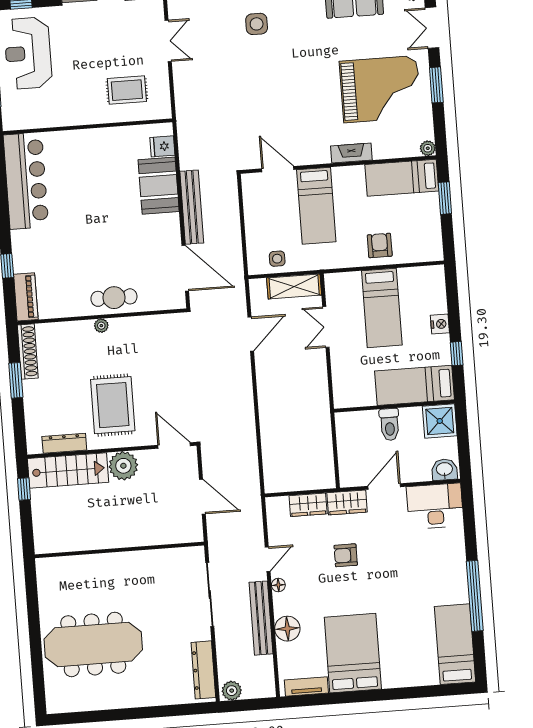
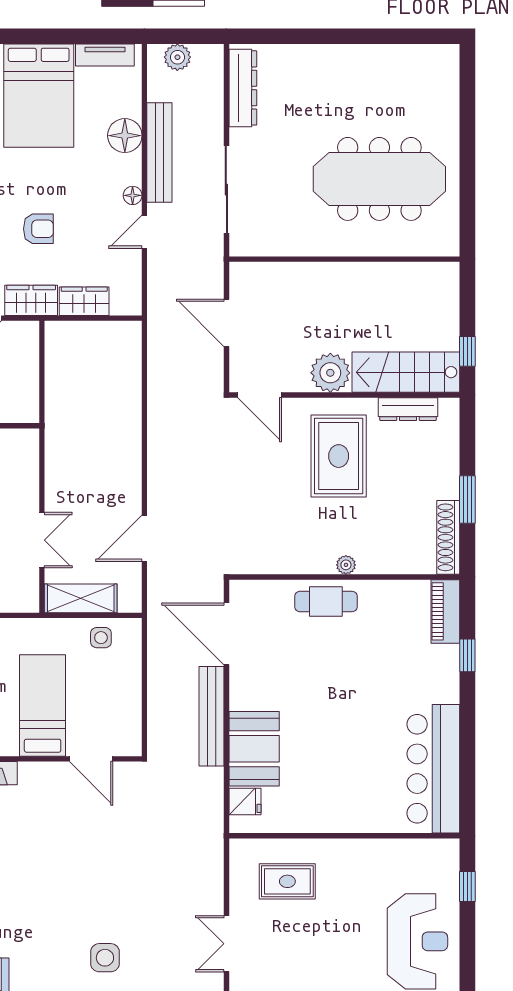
meeting table: (93, 644) -> (379, 179), moved
plant: (232, 691) -> (177, 57), moved

